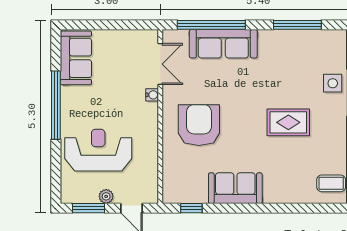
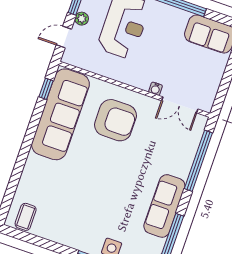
sofa: (223, 44) -> (164, 206), moved
rug: (288, 122) -> (91, 198), removed
sofa: (235, 188) -> (60, 114), width x1.85, depth x1.27

